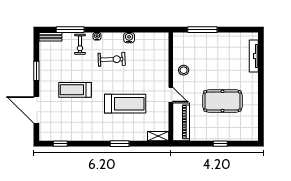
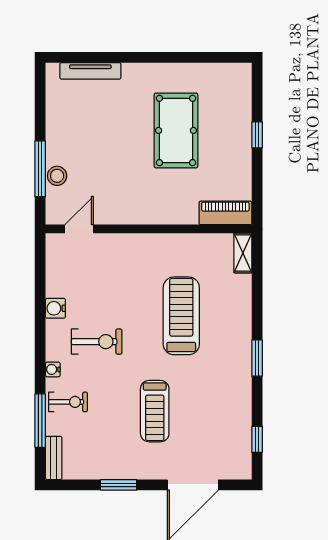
exercise bike: (112, 59) -> (97, 342), turned 92
stool: (184, 70) -> (57, 176), moved
door: (171, 95) -> (79, 229), moved
piano: (181, 122) -> (225, 213), width x0.73, depth x0.75
window: (120, 144) -> (257, 358), moved

